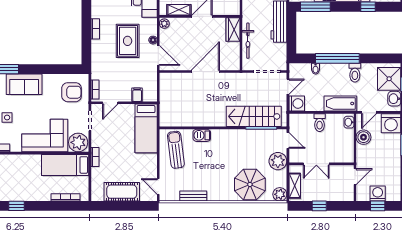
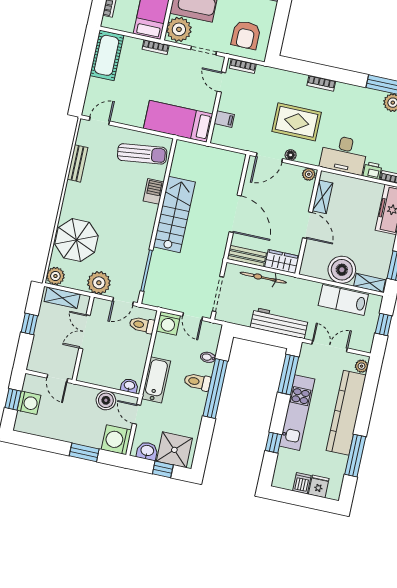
bench: (234, 56) -> (247, 256), added
toilet: (355, 73) -> (197, 382), moved
stairs: (254, 116) -> (174, 214), moved
toilet: (320, 123) -> (142, 325), moved
cot: (122, 192) -> (107, 55), moved

